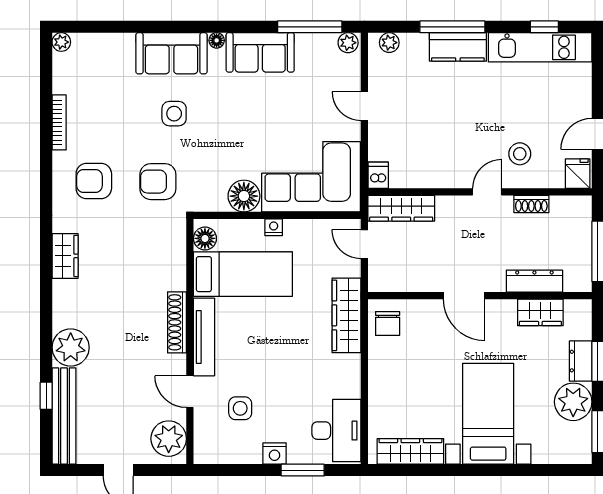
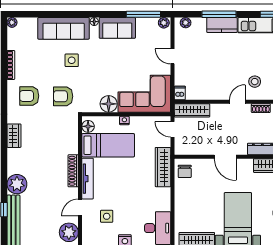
sofa: (171, 53) -> (64, 28), width x1.36
door: (190, 392) -> (80, 207), hinge flipped

